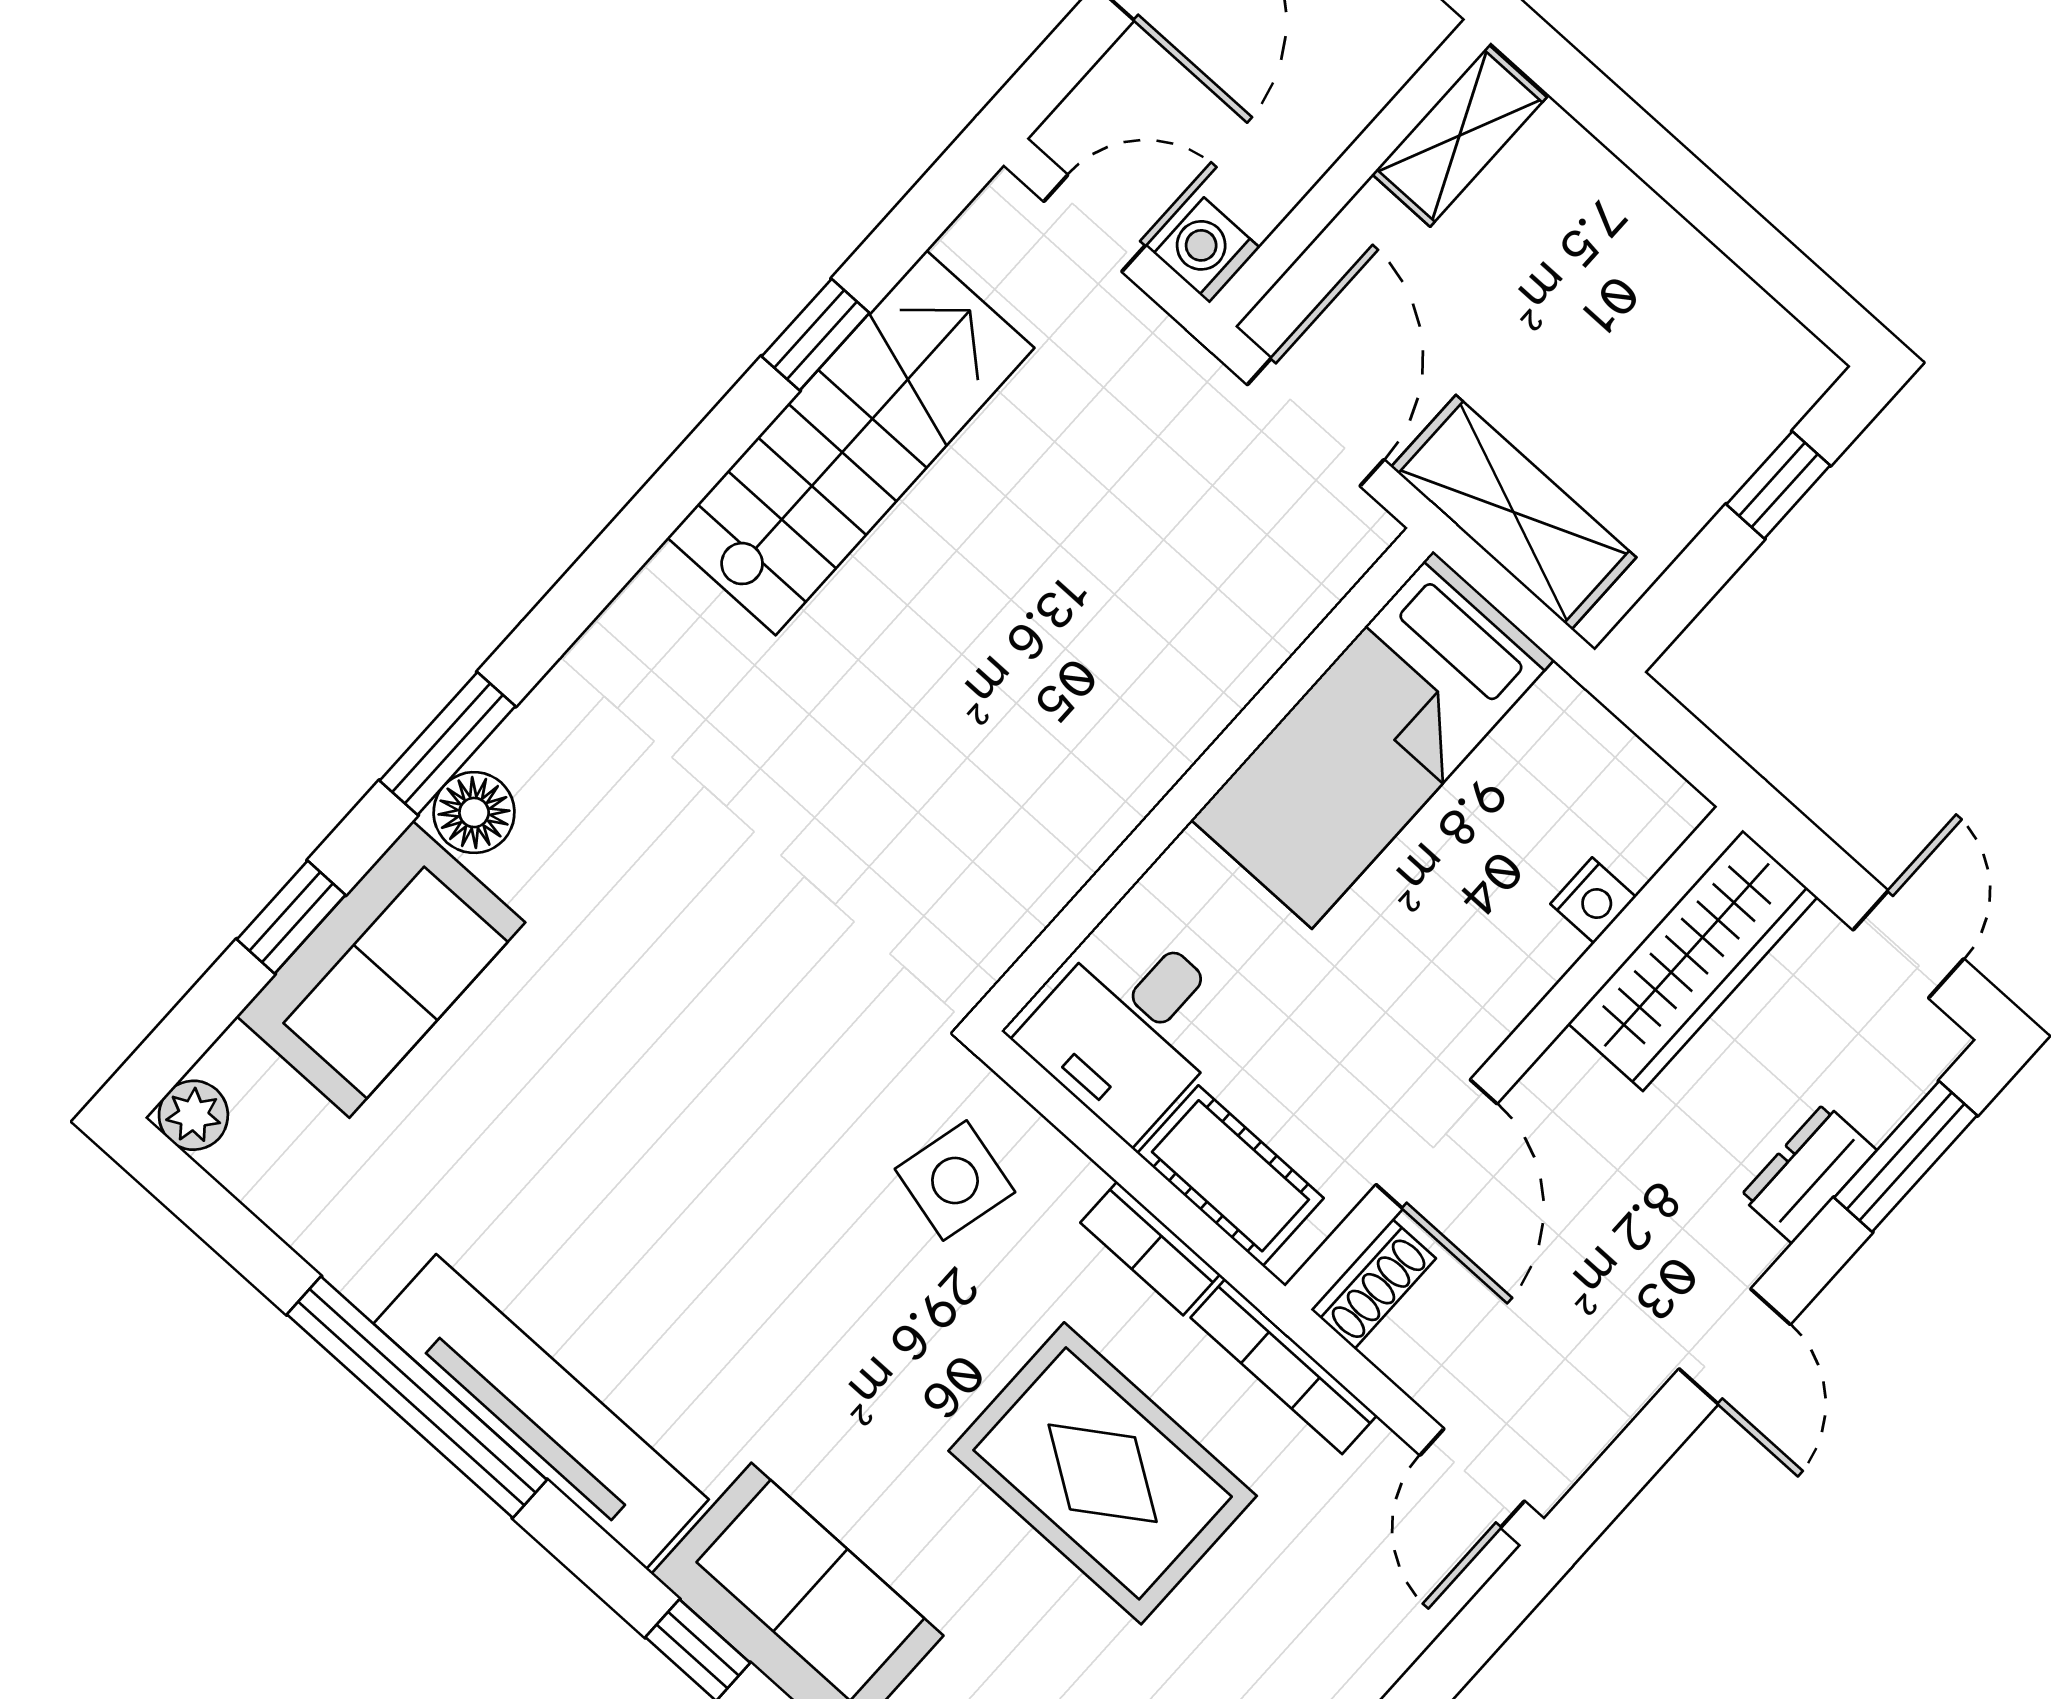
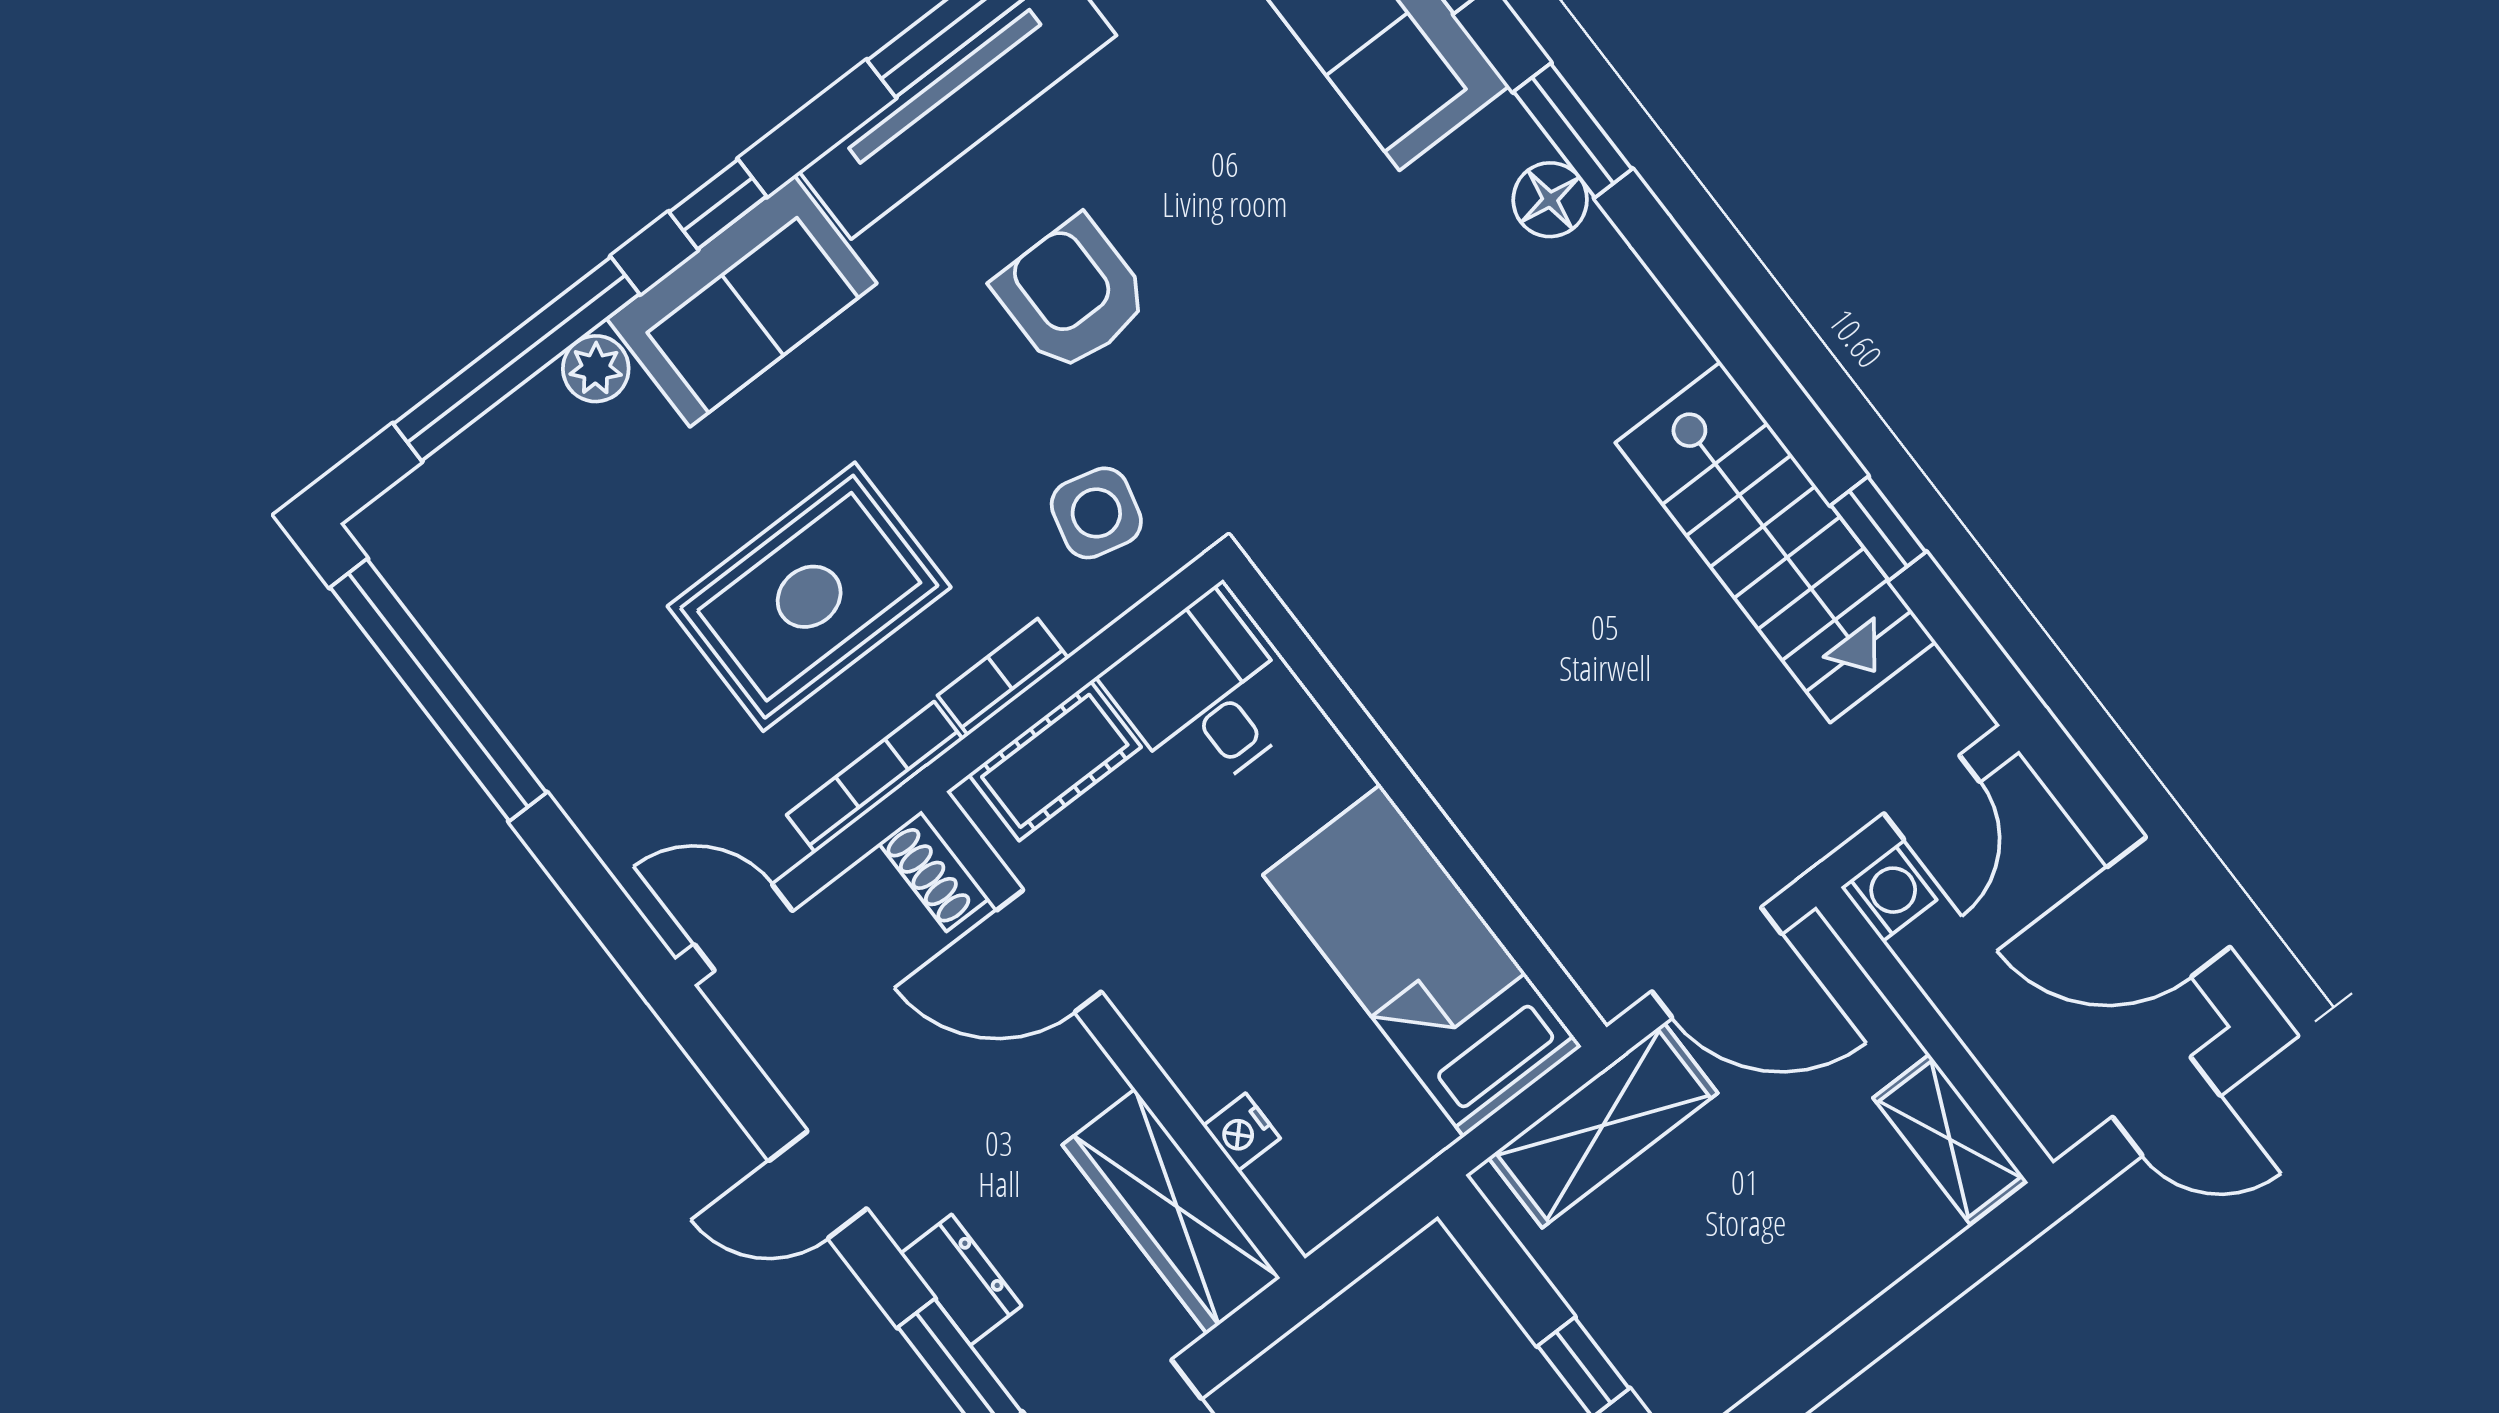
floor lamp: (474, 813) -> (1550, 200), moved
armchair: (725, 1250) -> (1072, 295), added

